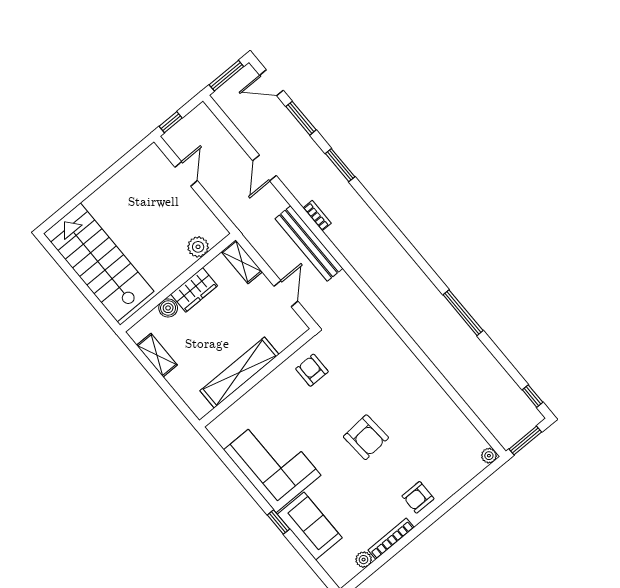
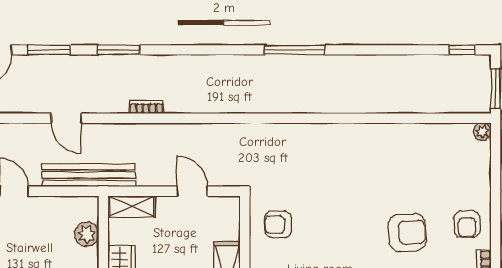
bench: (309, 243) -> (89, 175), moved
window: (463, 313) -> (295, 50), moved
armchair: (366, 437) -> (407, 233), moved

